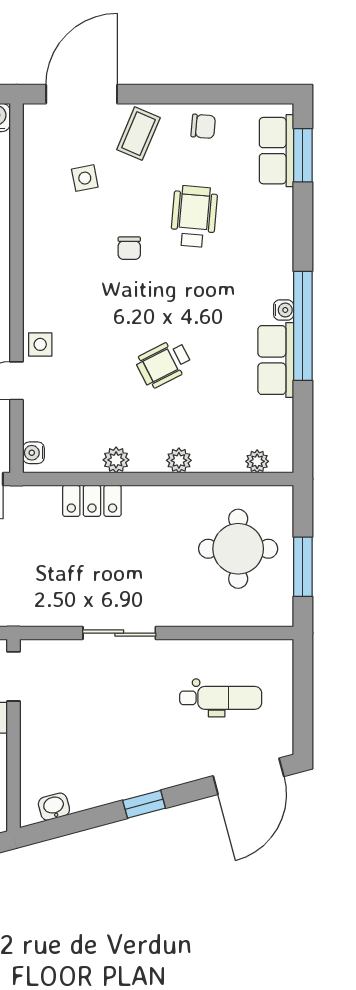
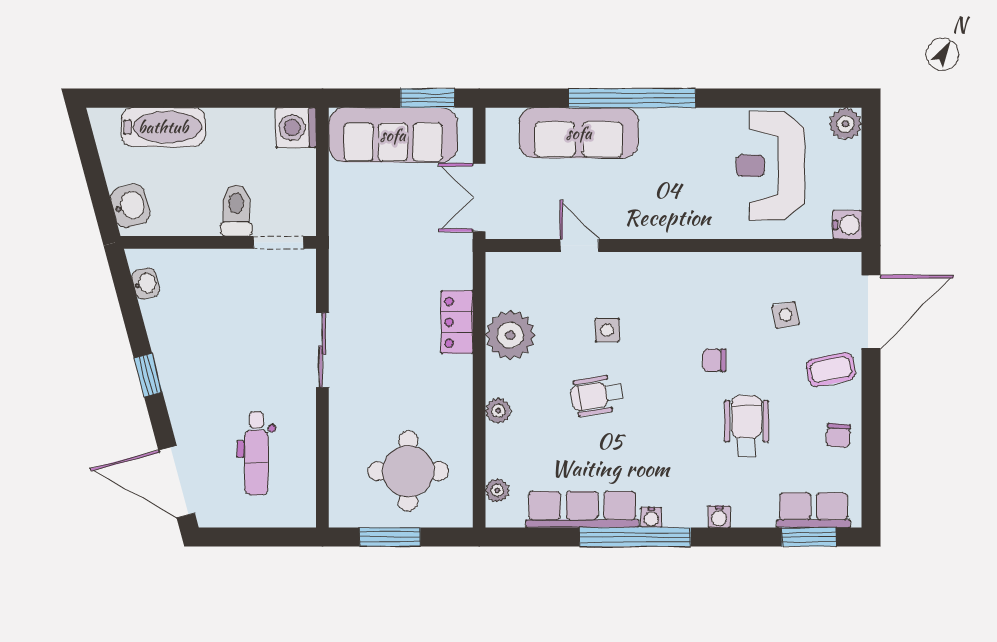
door: (82, 94) -> (871, 312), hinge flipped
coffee table: (138, 134) -> (831, 370), turned -34
wheelchair: (194, 216) -> (747, 426), turned -95
side table: (40, 344) -> (607, 330), moved
row of seats: (276, 360) -> (582, 509), width x1.48
wheelchair: (164, 364) -> (597, 395), turned -72
water cooler: (34, 453) -> (719, 517), moved, turned 180
plant: (116, 460) -> (510, 335), width x1.87, depth x1.87

